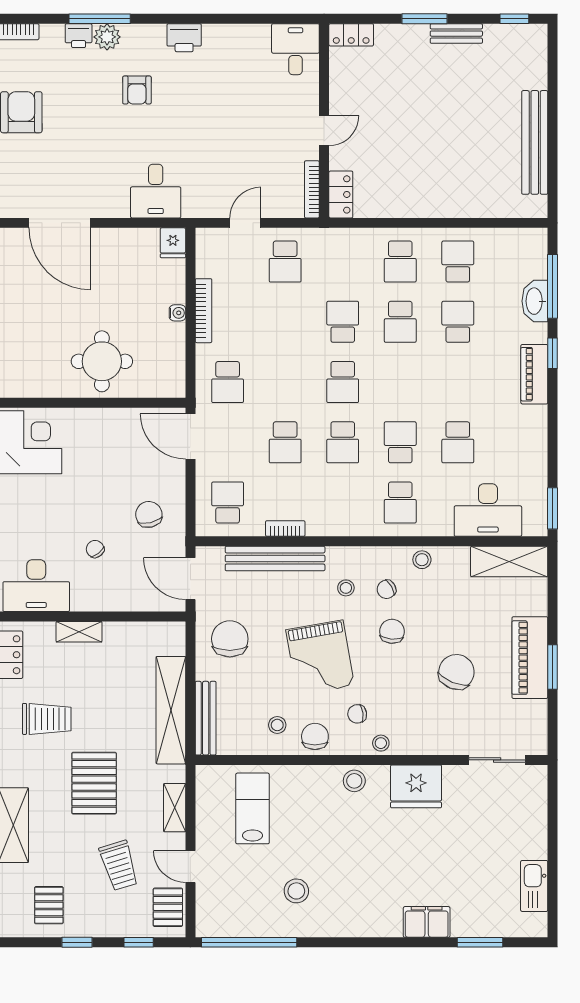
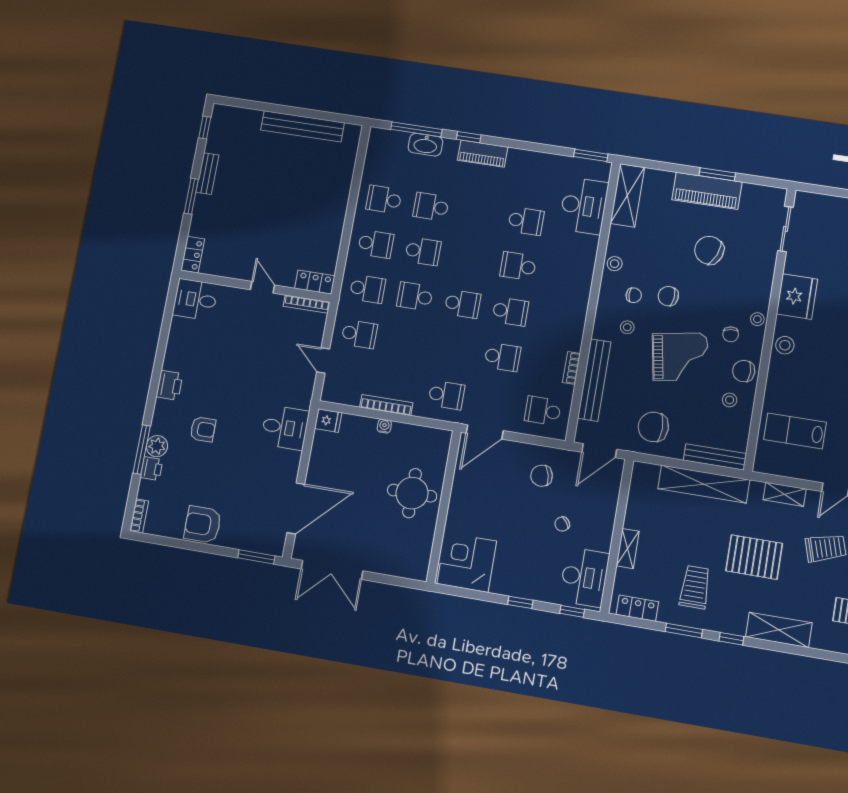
school desk: (400, 503) -> (368, 289), moved
chair: (386, 589) -> (634, 295), turned -60

